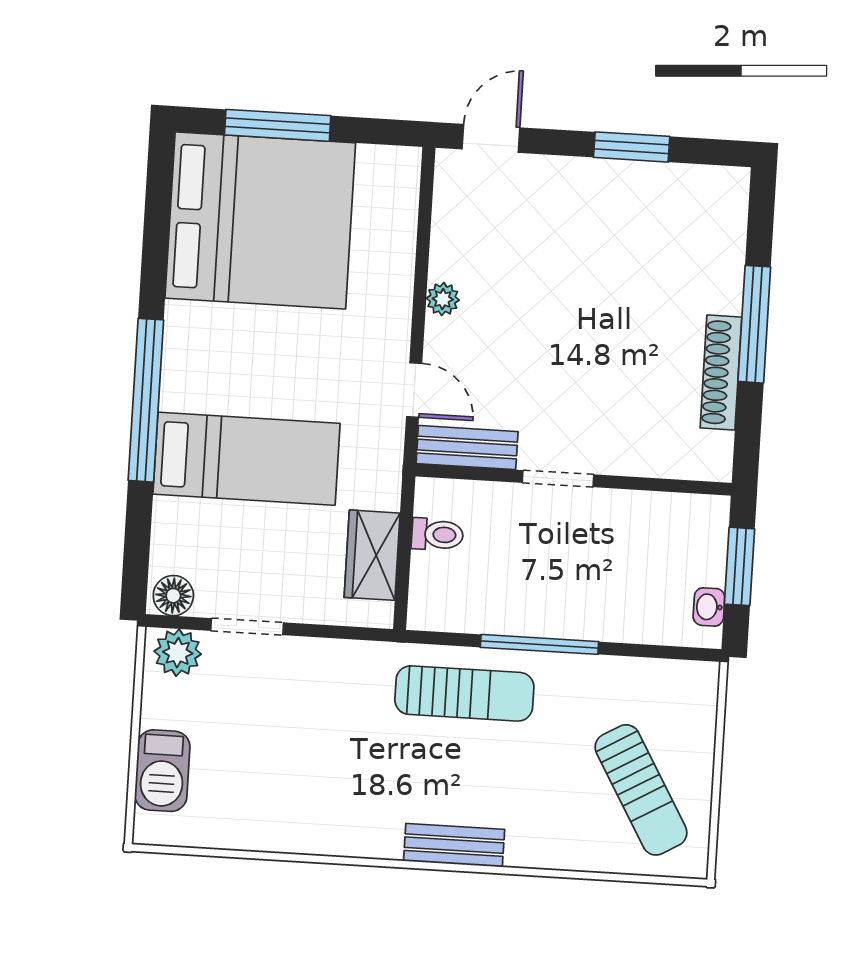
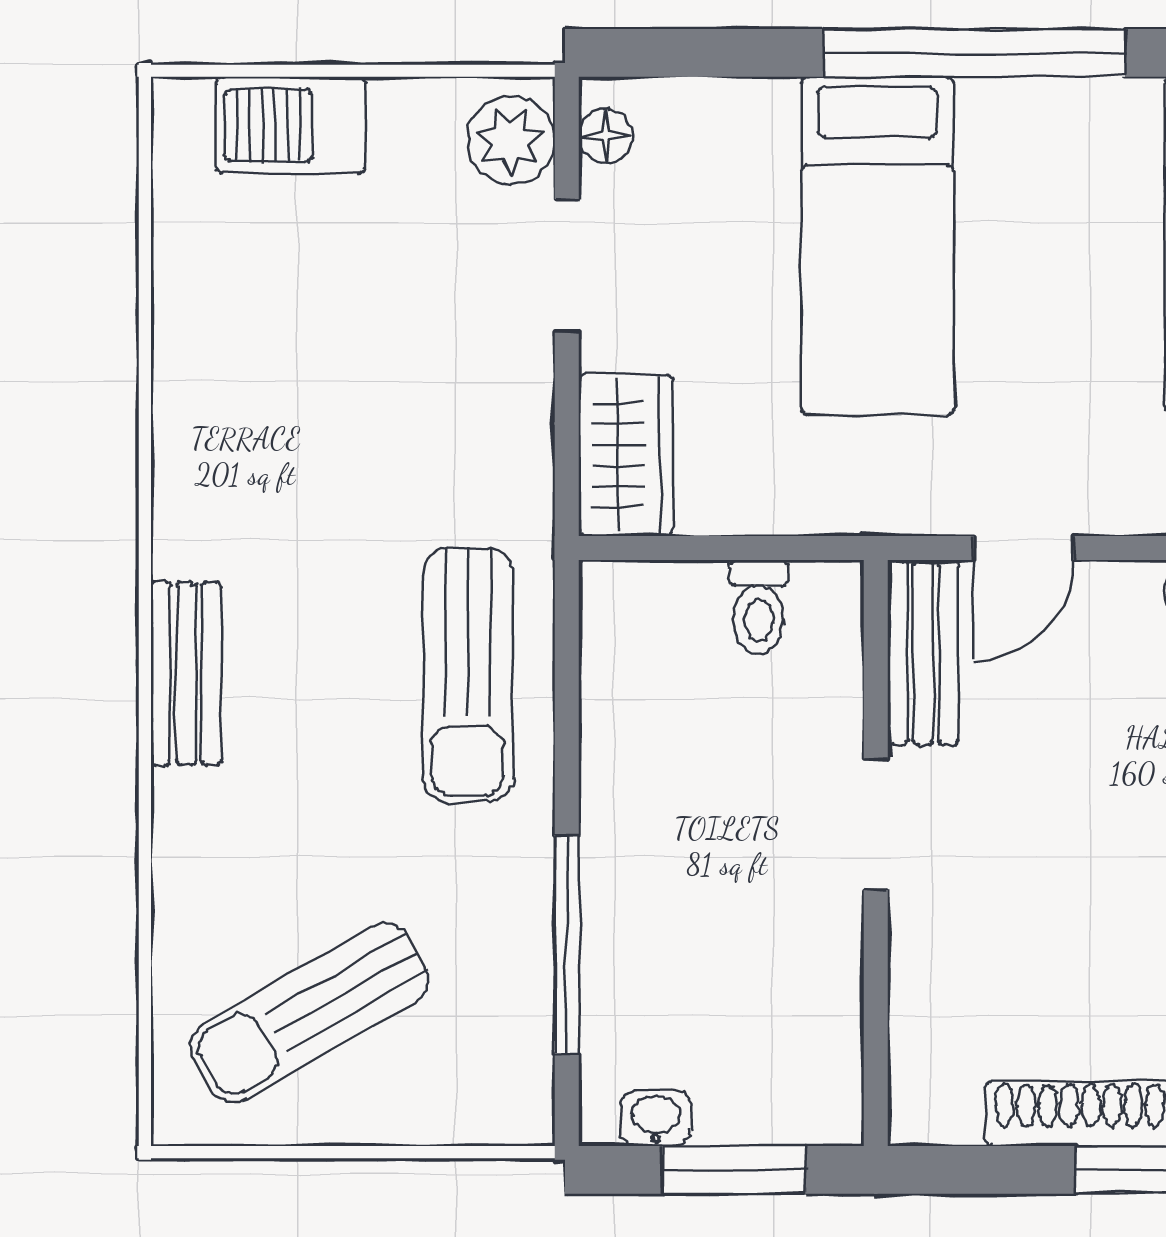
wardrobe: (372, 555) -> (626, 455), moved, turned 90
floor lamp: (173, 596) -> (606, 136), width x0.73, depth x0.73
window: (539, 644) -> (567, 945), moved

